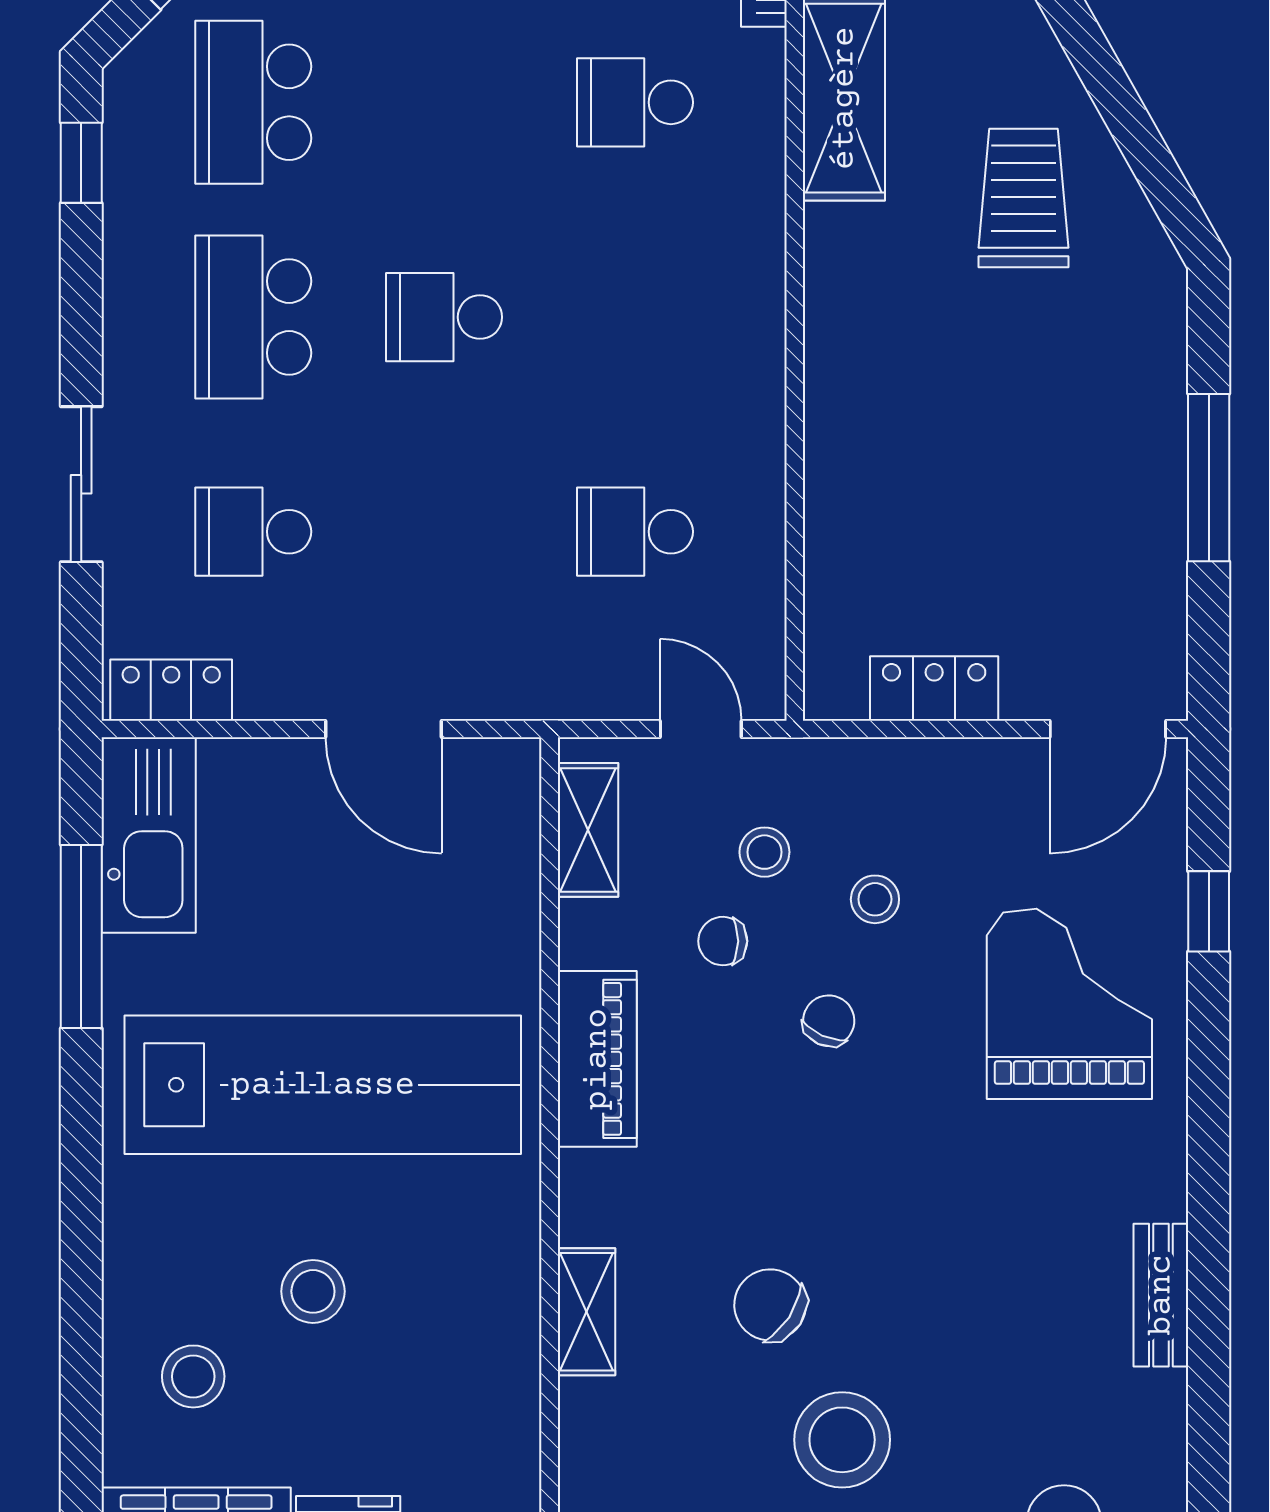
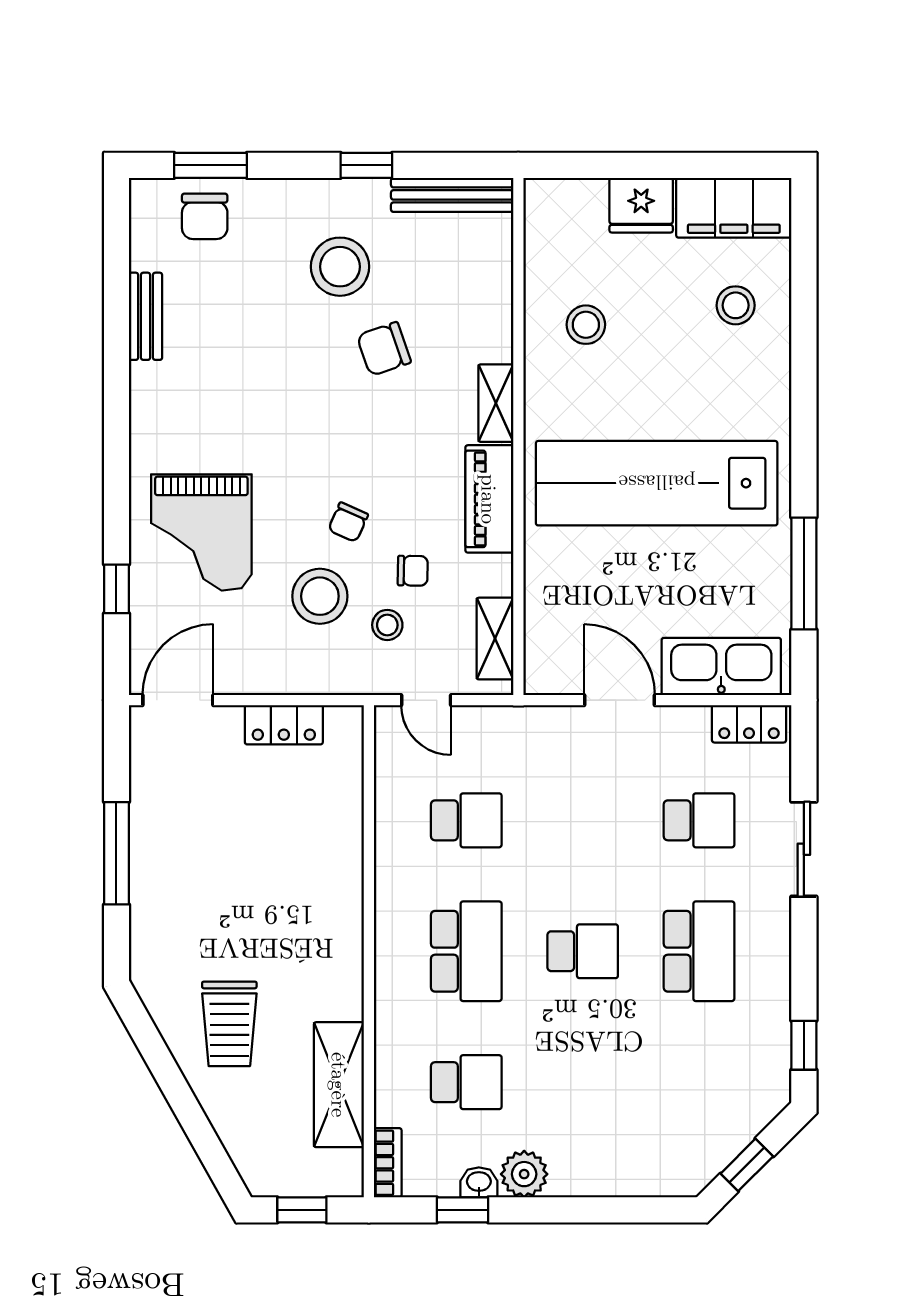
school desk: (253, 102) -> (466, 951), moved
kitchen sink: (149, 835) -> (721, 666), moved, turned 90
stool: (875, 899) -> (320, 596), width x1.89, depth x1.89
stool: (313, 1291) -> (586, 325), moved
bench: (1161, 1295) -> (146, 316), moved
chair: (770, 1305) -> (384, 349), turned 128
shelving: (586, 1312) -> (496, 403), moved

